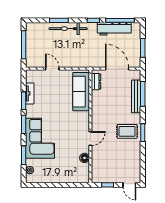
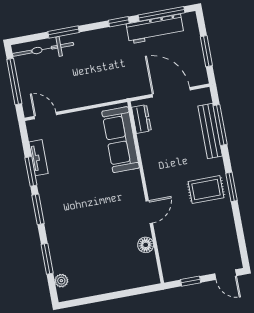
bicycle: (68, 29) -> (43, 49), moved
door: (52, 69) -> (45, 115), moved
corner sofa: (40, 138) -> (68, 226), removed

